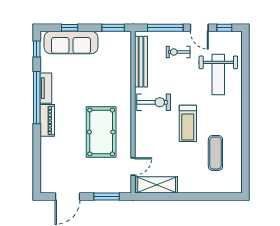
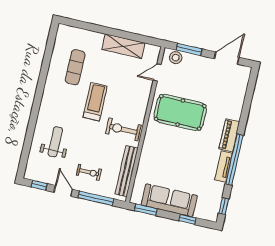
sofa: (71, 42) -> (169, 200), moved
weight bench: (218, 75) -> (55, 142), width x0.73, depth x0.75
pool table: (101, 132) -> (180, 112), turned 90
stool: (118, 185) -> (176, 58), added
shelving: (157, 185) -> (123, 46), moved

